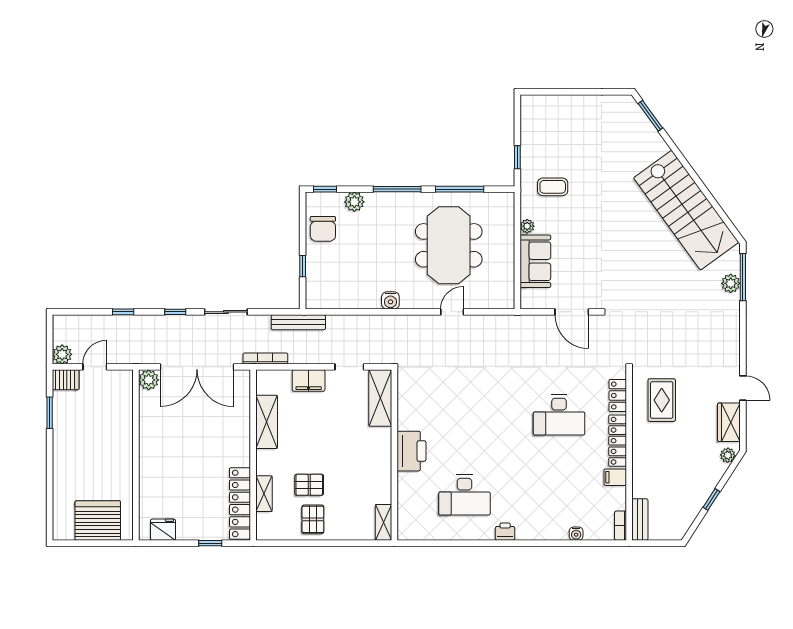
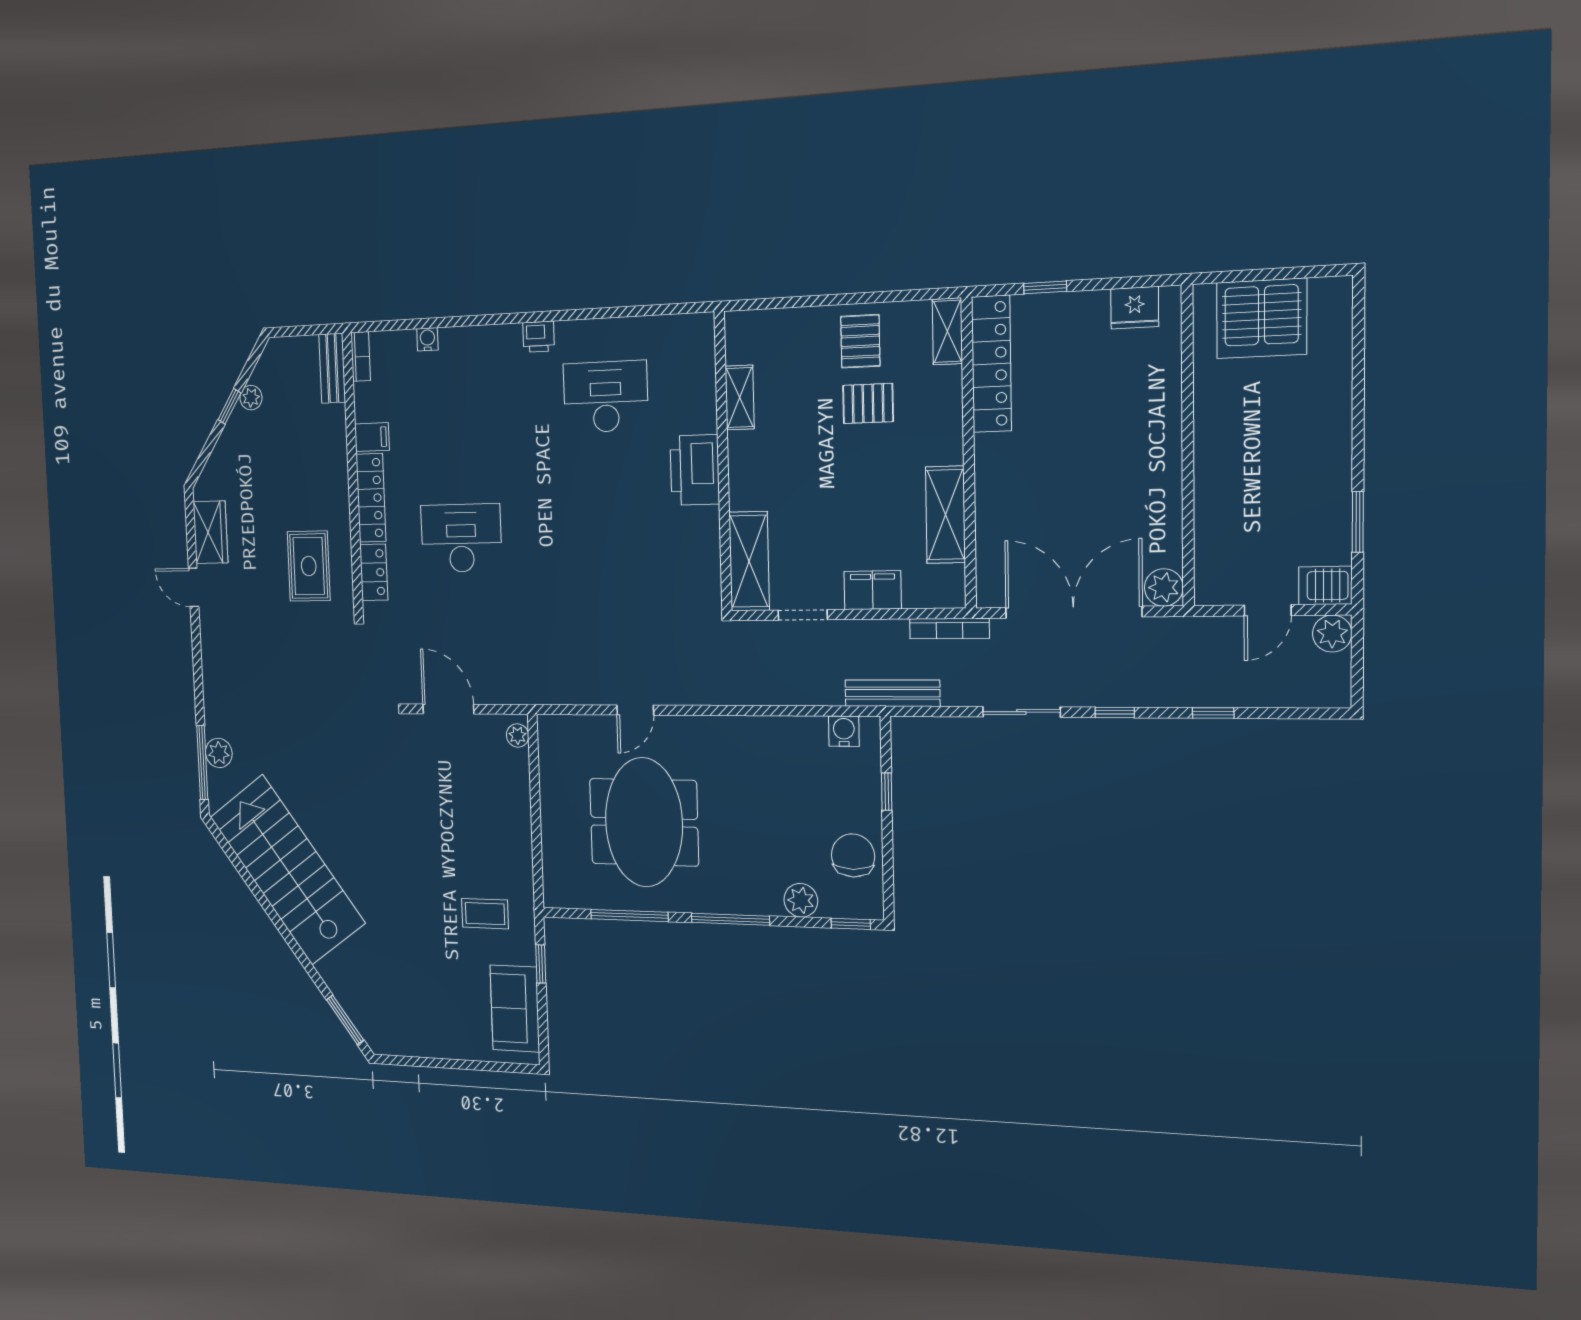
plant: (527, 226) -> (518, 735), moved
sofa: (535, 261) -> (515, 1009), moved
water cooler: (390, 300) -> (844, 731), moved
plant: (728, 455) -> (251, 398), moved
shelving: (264, 494) -> (947, 331), moved
shelving: (384, 522) -> (740, 397), moved

